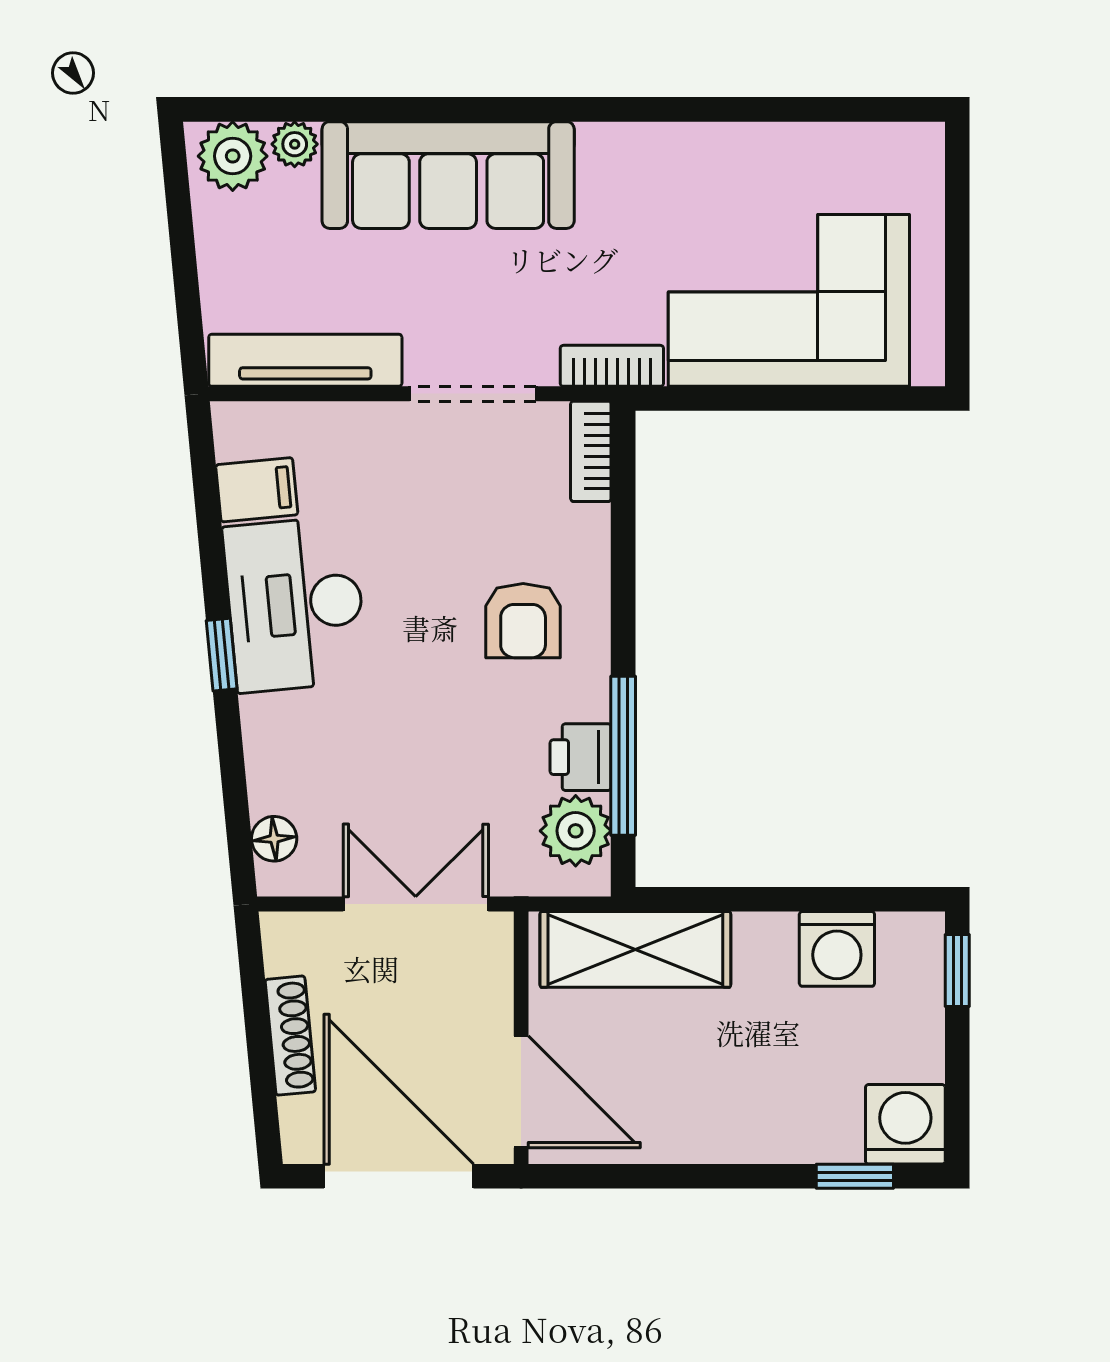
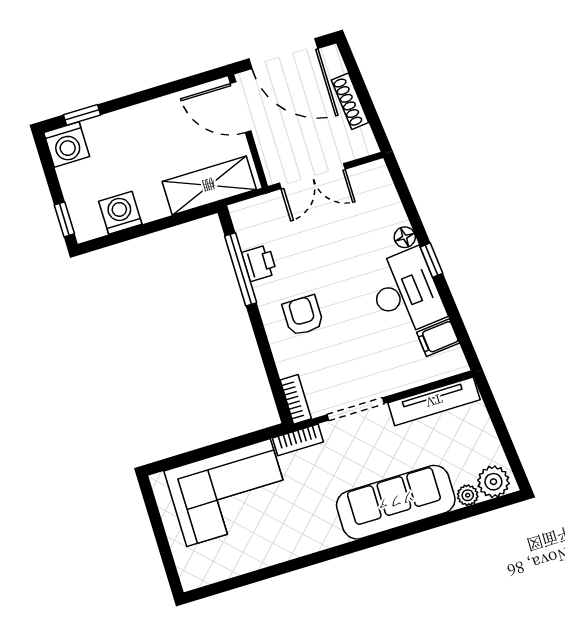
plant: (576, 831) -> (252, 230), removed
floor lamp: (274, 839) -> (405, 237), moved

